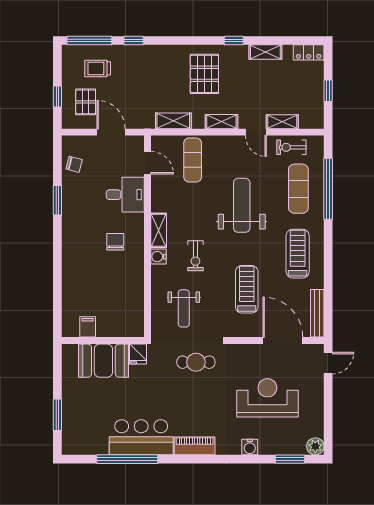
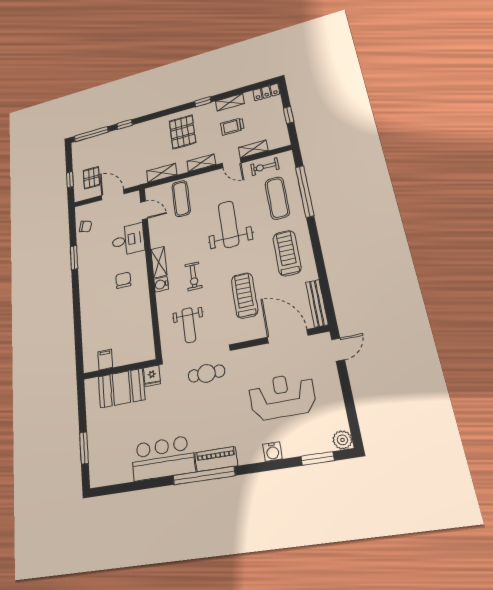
trolley: (98, 68) -> (232, 126), moved
window: (127, 459) -> (204, 476), moved

